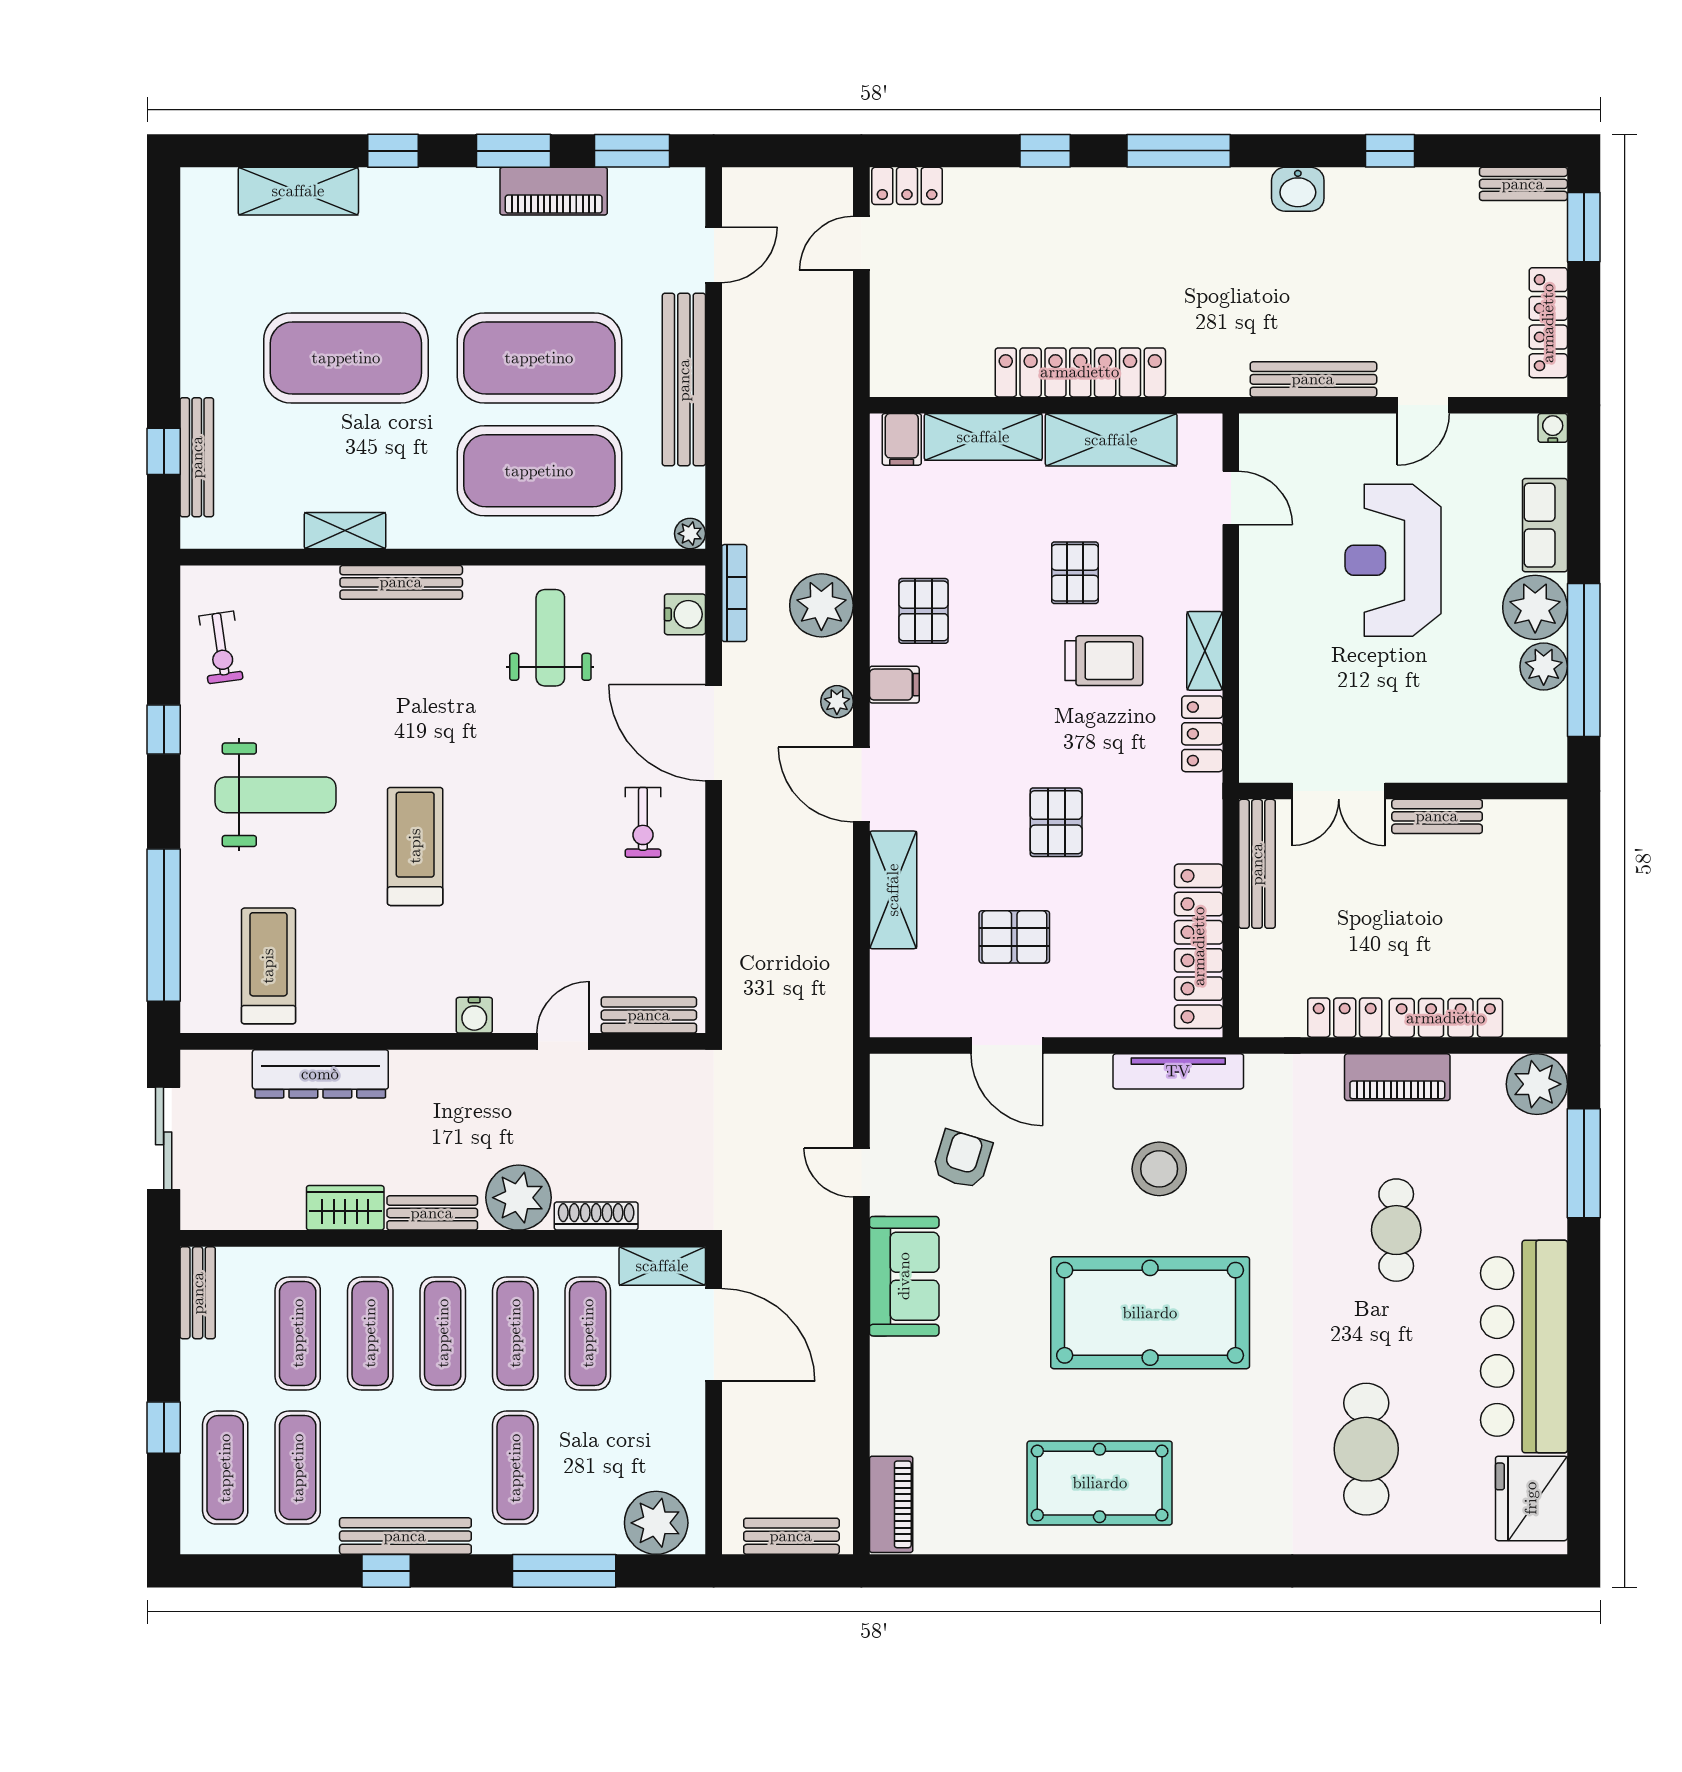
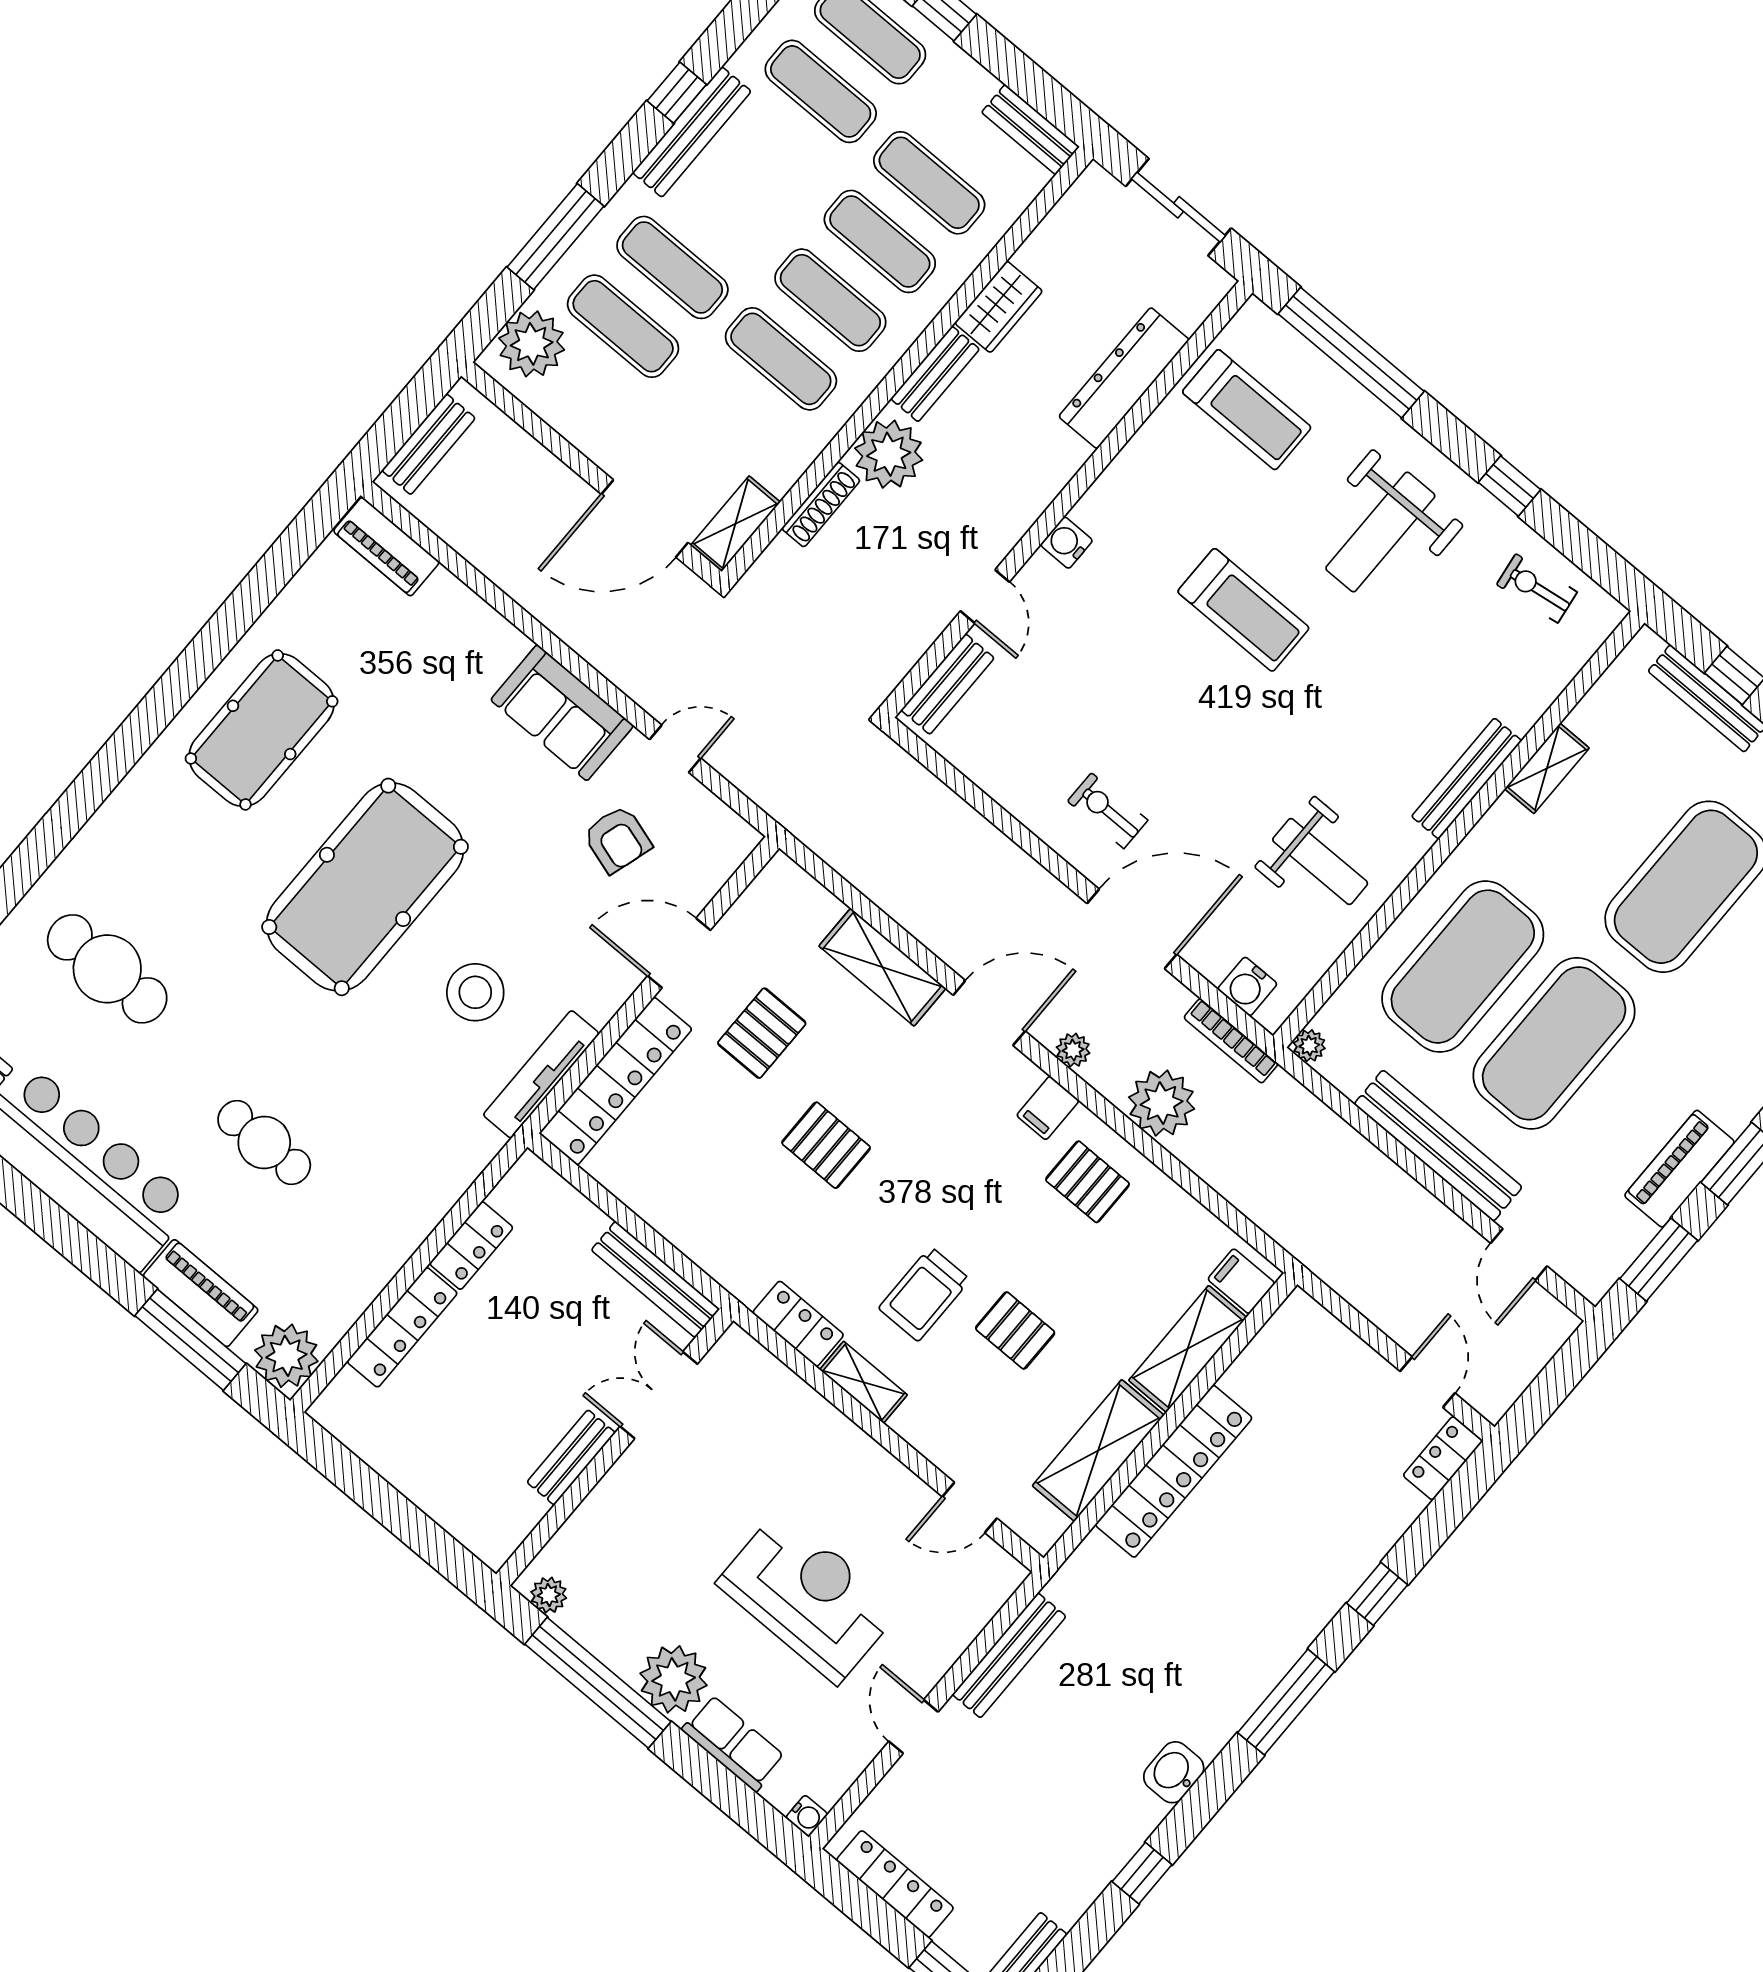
plant: (1544, 666) -> (549, 1595), moved, width x0.73, depth x0.73
locker: (1199, 946) -> (616, 1081), moved, turned 90
piano: (1397, 1077) -> (201, 1293), moved, turned 90
exercise mat: (588, 1333) -> (623, 326), moved

